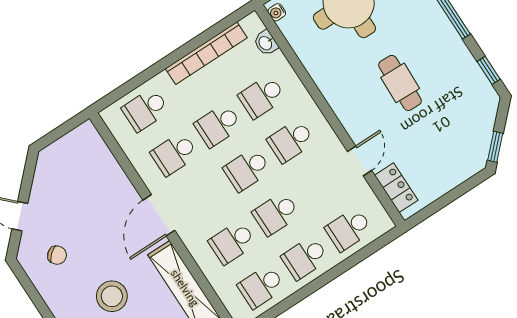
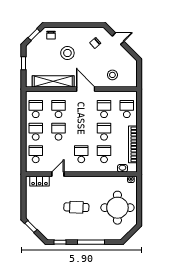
door: (359, 161) -> (58, 174), swing flipped
school desk: (247, 170) -> (81, 132), removed
stool: (97, 181) -> (112, 75), added

